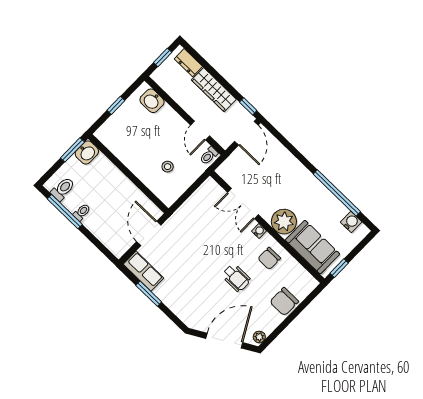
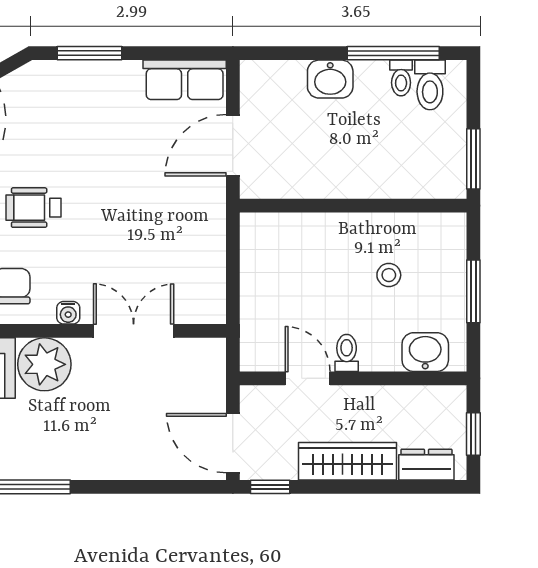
window: (116, 105) -> (473, 291), width x1.50
washbasin: (87, 153) -> (330, 79), moved, turned -90
toilet: (209, 156) -> (347, 353), moved
stool: (168, 167) -> (389, 275), moved
toilet: (82, 212) -> (401, 78), moved
door: (149, 233) -> (233, 145), swing flipped
window: (149, 294) -> (90, 53), moved

